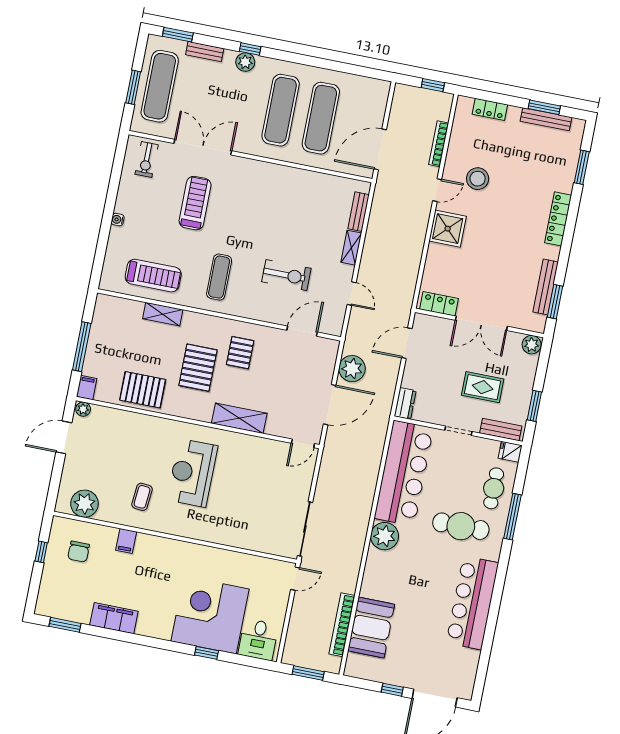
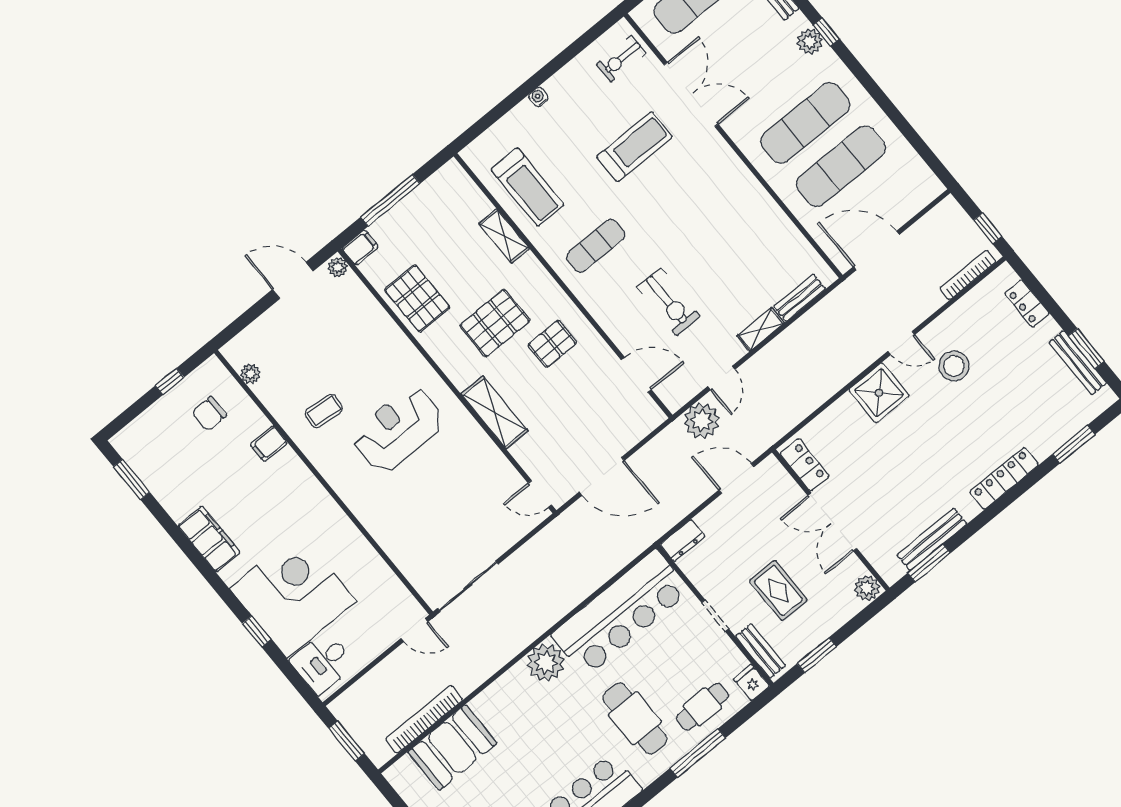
bookcase: (439, 144) -> (968, 275), moved
plant: (352, 369) -> (702, 421), moved
plant: (85, 504) -> (250, 374), width x0.53, depth x0.53
filing cabinet: (114, 618) -> (209, 539), moved

